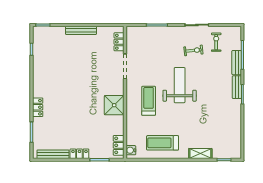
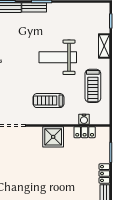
weight bench: (180, 85) -> (58, 57), moved
locker: (119, 145) -> (85, 132), moved
water cooler: (131, 150) -> (84, 119), moved

